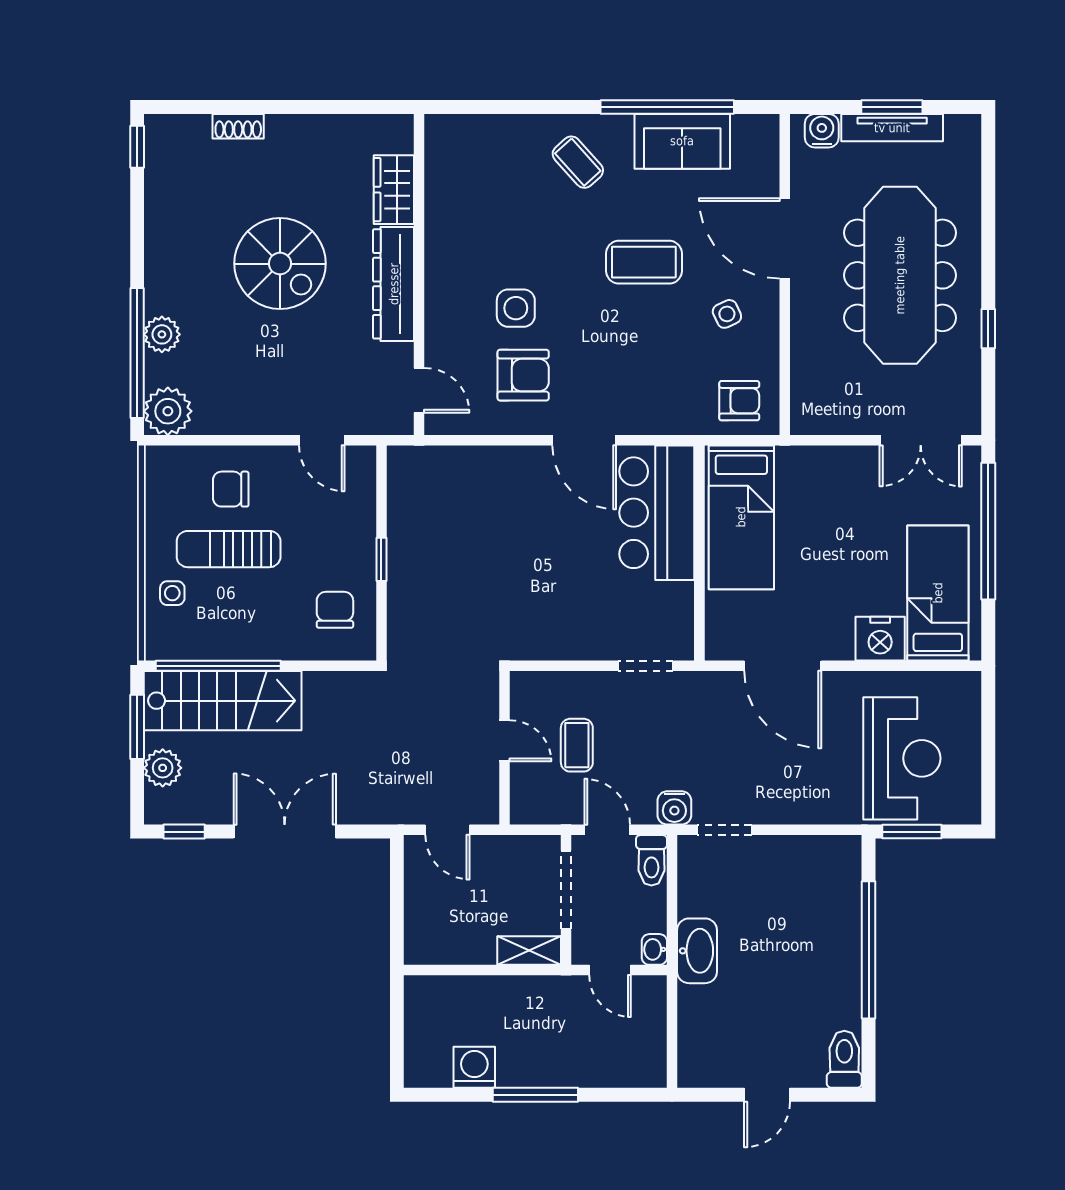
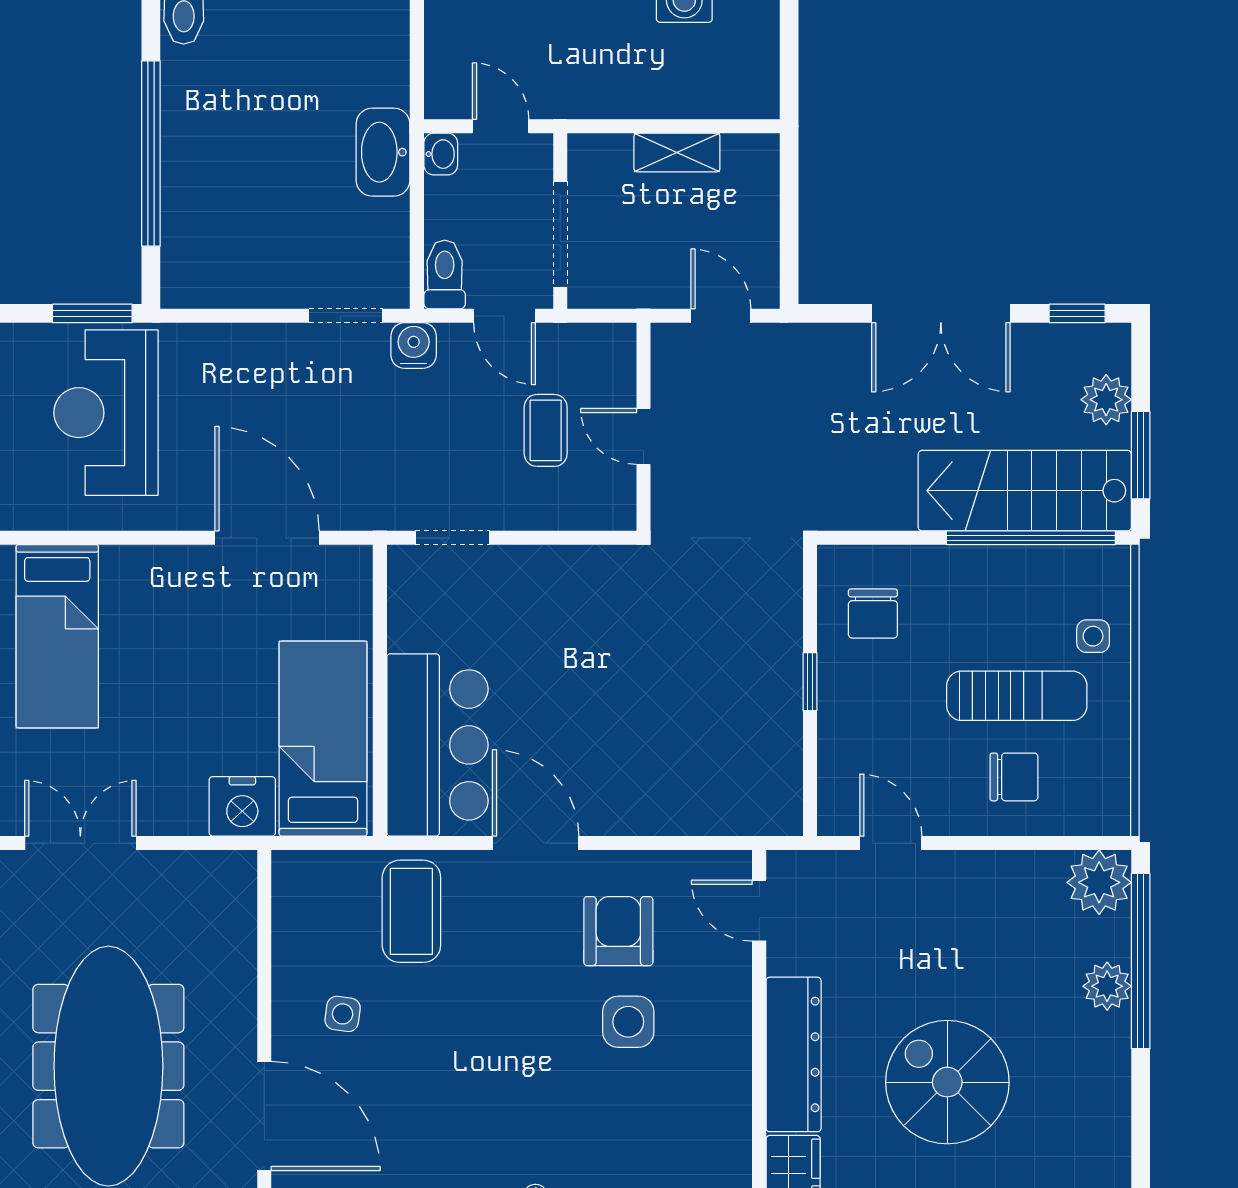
coffee table: (644, 262) -> (411, 911), moved, turned 90
side table: (727, 314) -> (343, 1014), turned 33
armchair: (523, 375) -> (618, 931), turned 90
armchair: (739, 401) -> (326, 896), removed
nightstand: (880, 639) -> (242, 806), moved, turned 180
shelving: (529, 951) -> (677, 152), moved

